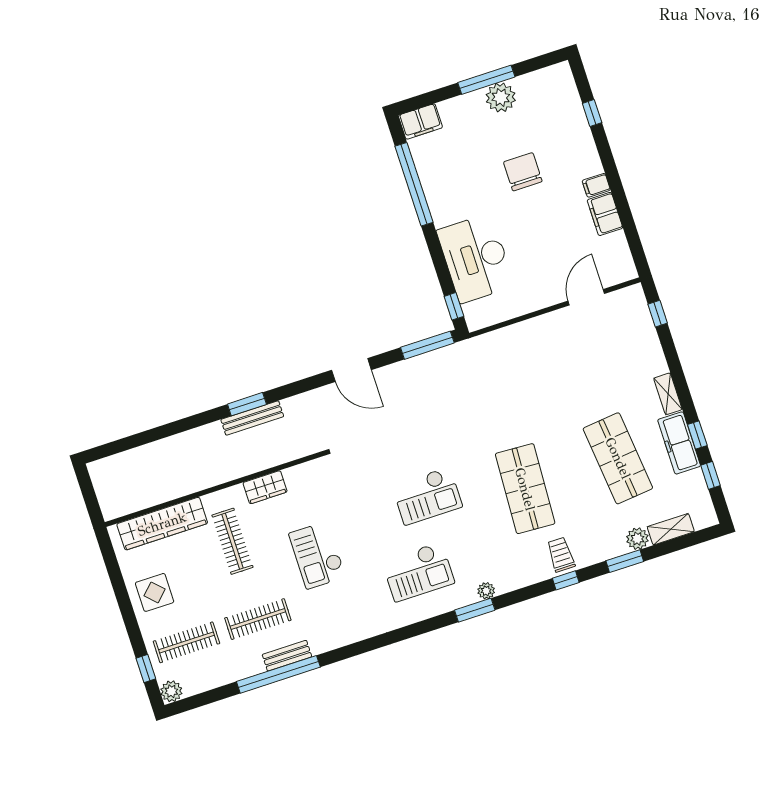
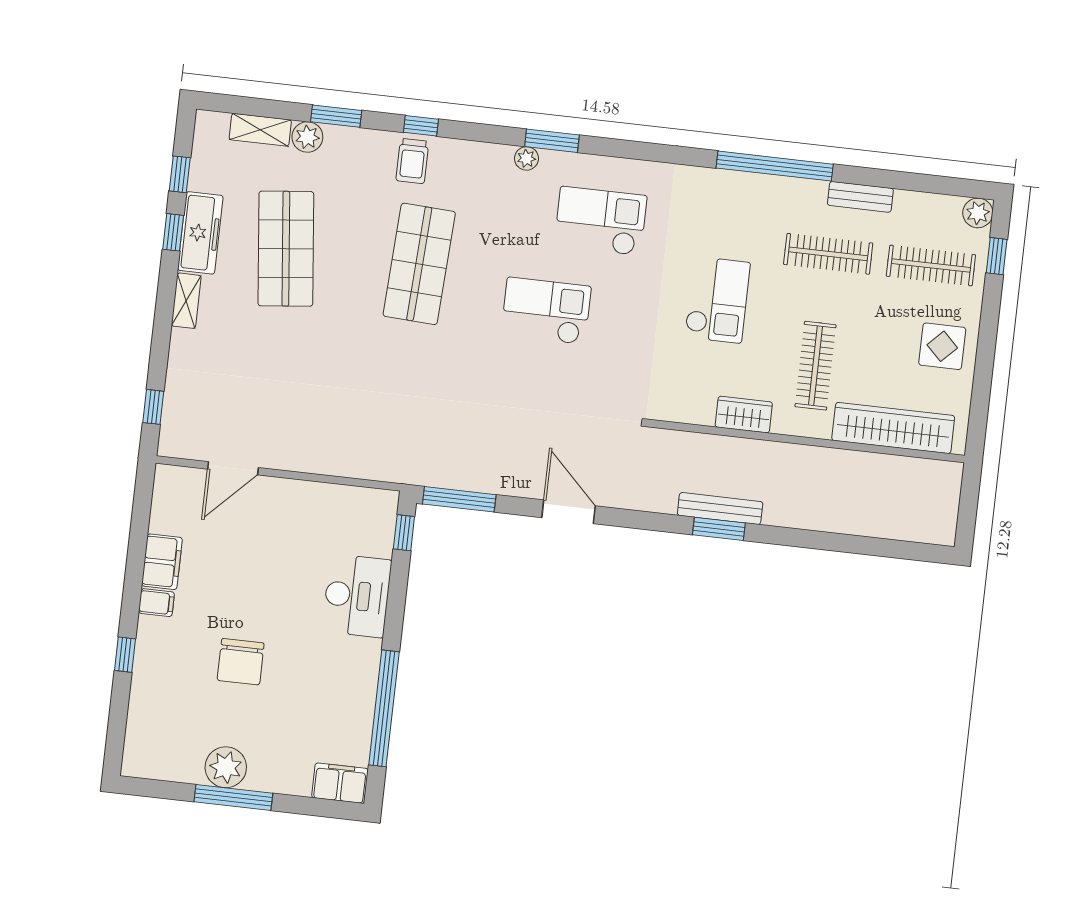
window: (592, 113) -> (125, 655), moved
desk: (476, 258) -> (357, 596), width x0.73, depth x0.77
bench: (287, 656) -> (860, 197), moved
window: (278, 674) -> (775, 166), moved

